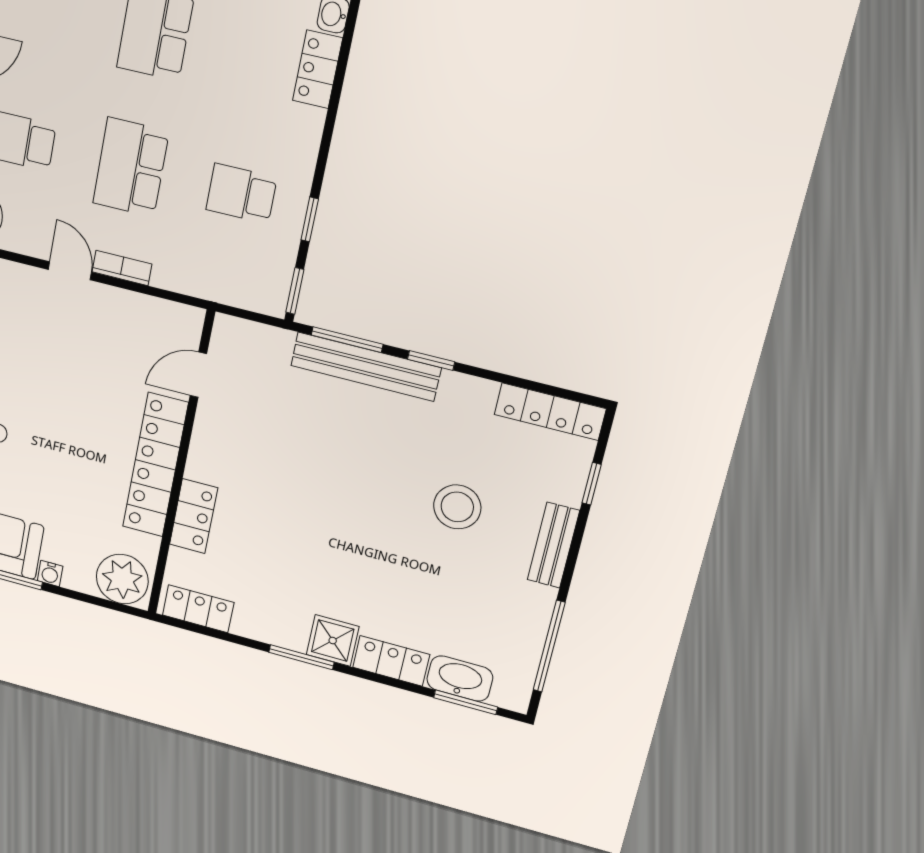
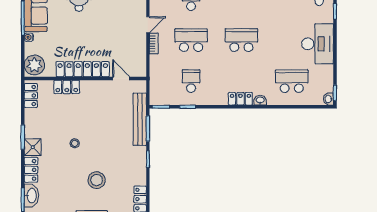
bench: (366, 367) -> (140, 119), moved
stool: (345, 536) -> (75, 143), added

